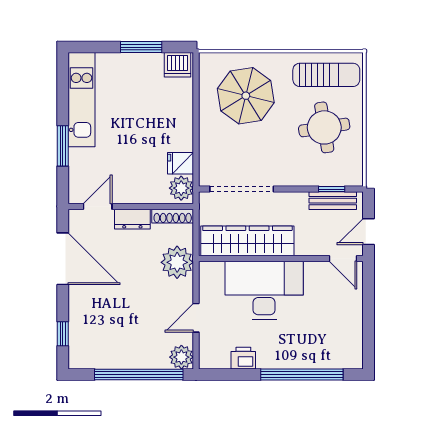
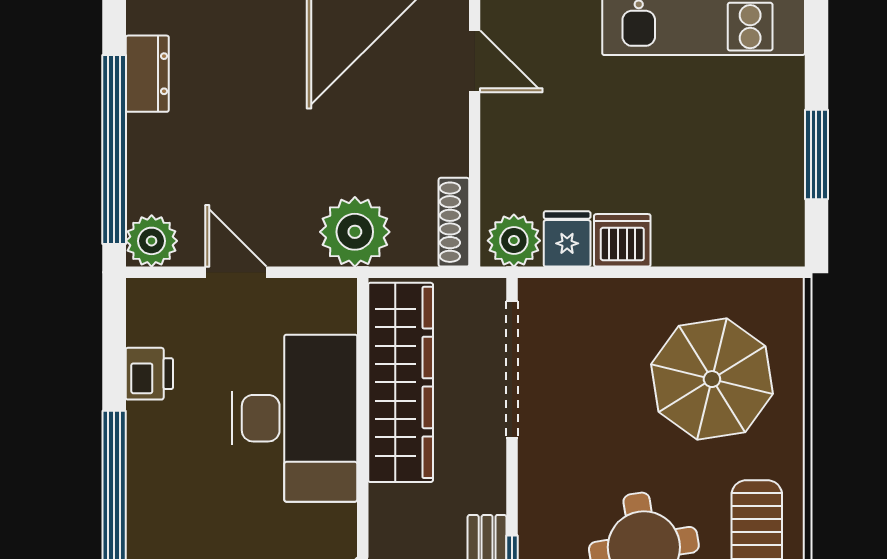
dishwasher: (177, 65) -> (622, 240), moved, turned 90
dresser: (132, 219) -> (147, 74), moved, turned 180

